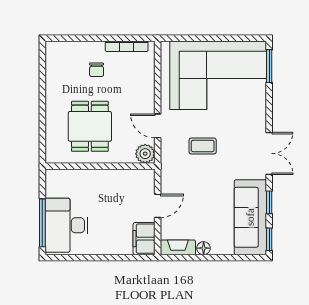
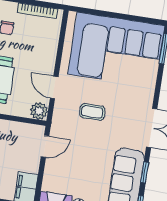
door: (158, 206) -> (45, 146), moved

